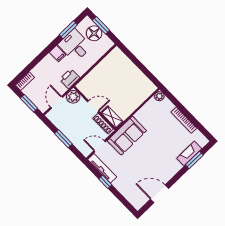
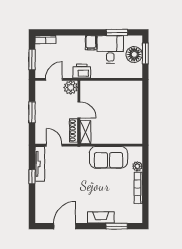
plant: (159, 96) -> (137, 166), moved
sofa: (127, 136) -> (109, 157), moved
fireplace: (189, 153) -> (101, 217), moved
door: (160, 194) -> (65, 226), hinge flipped

